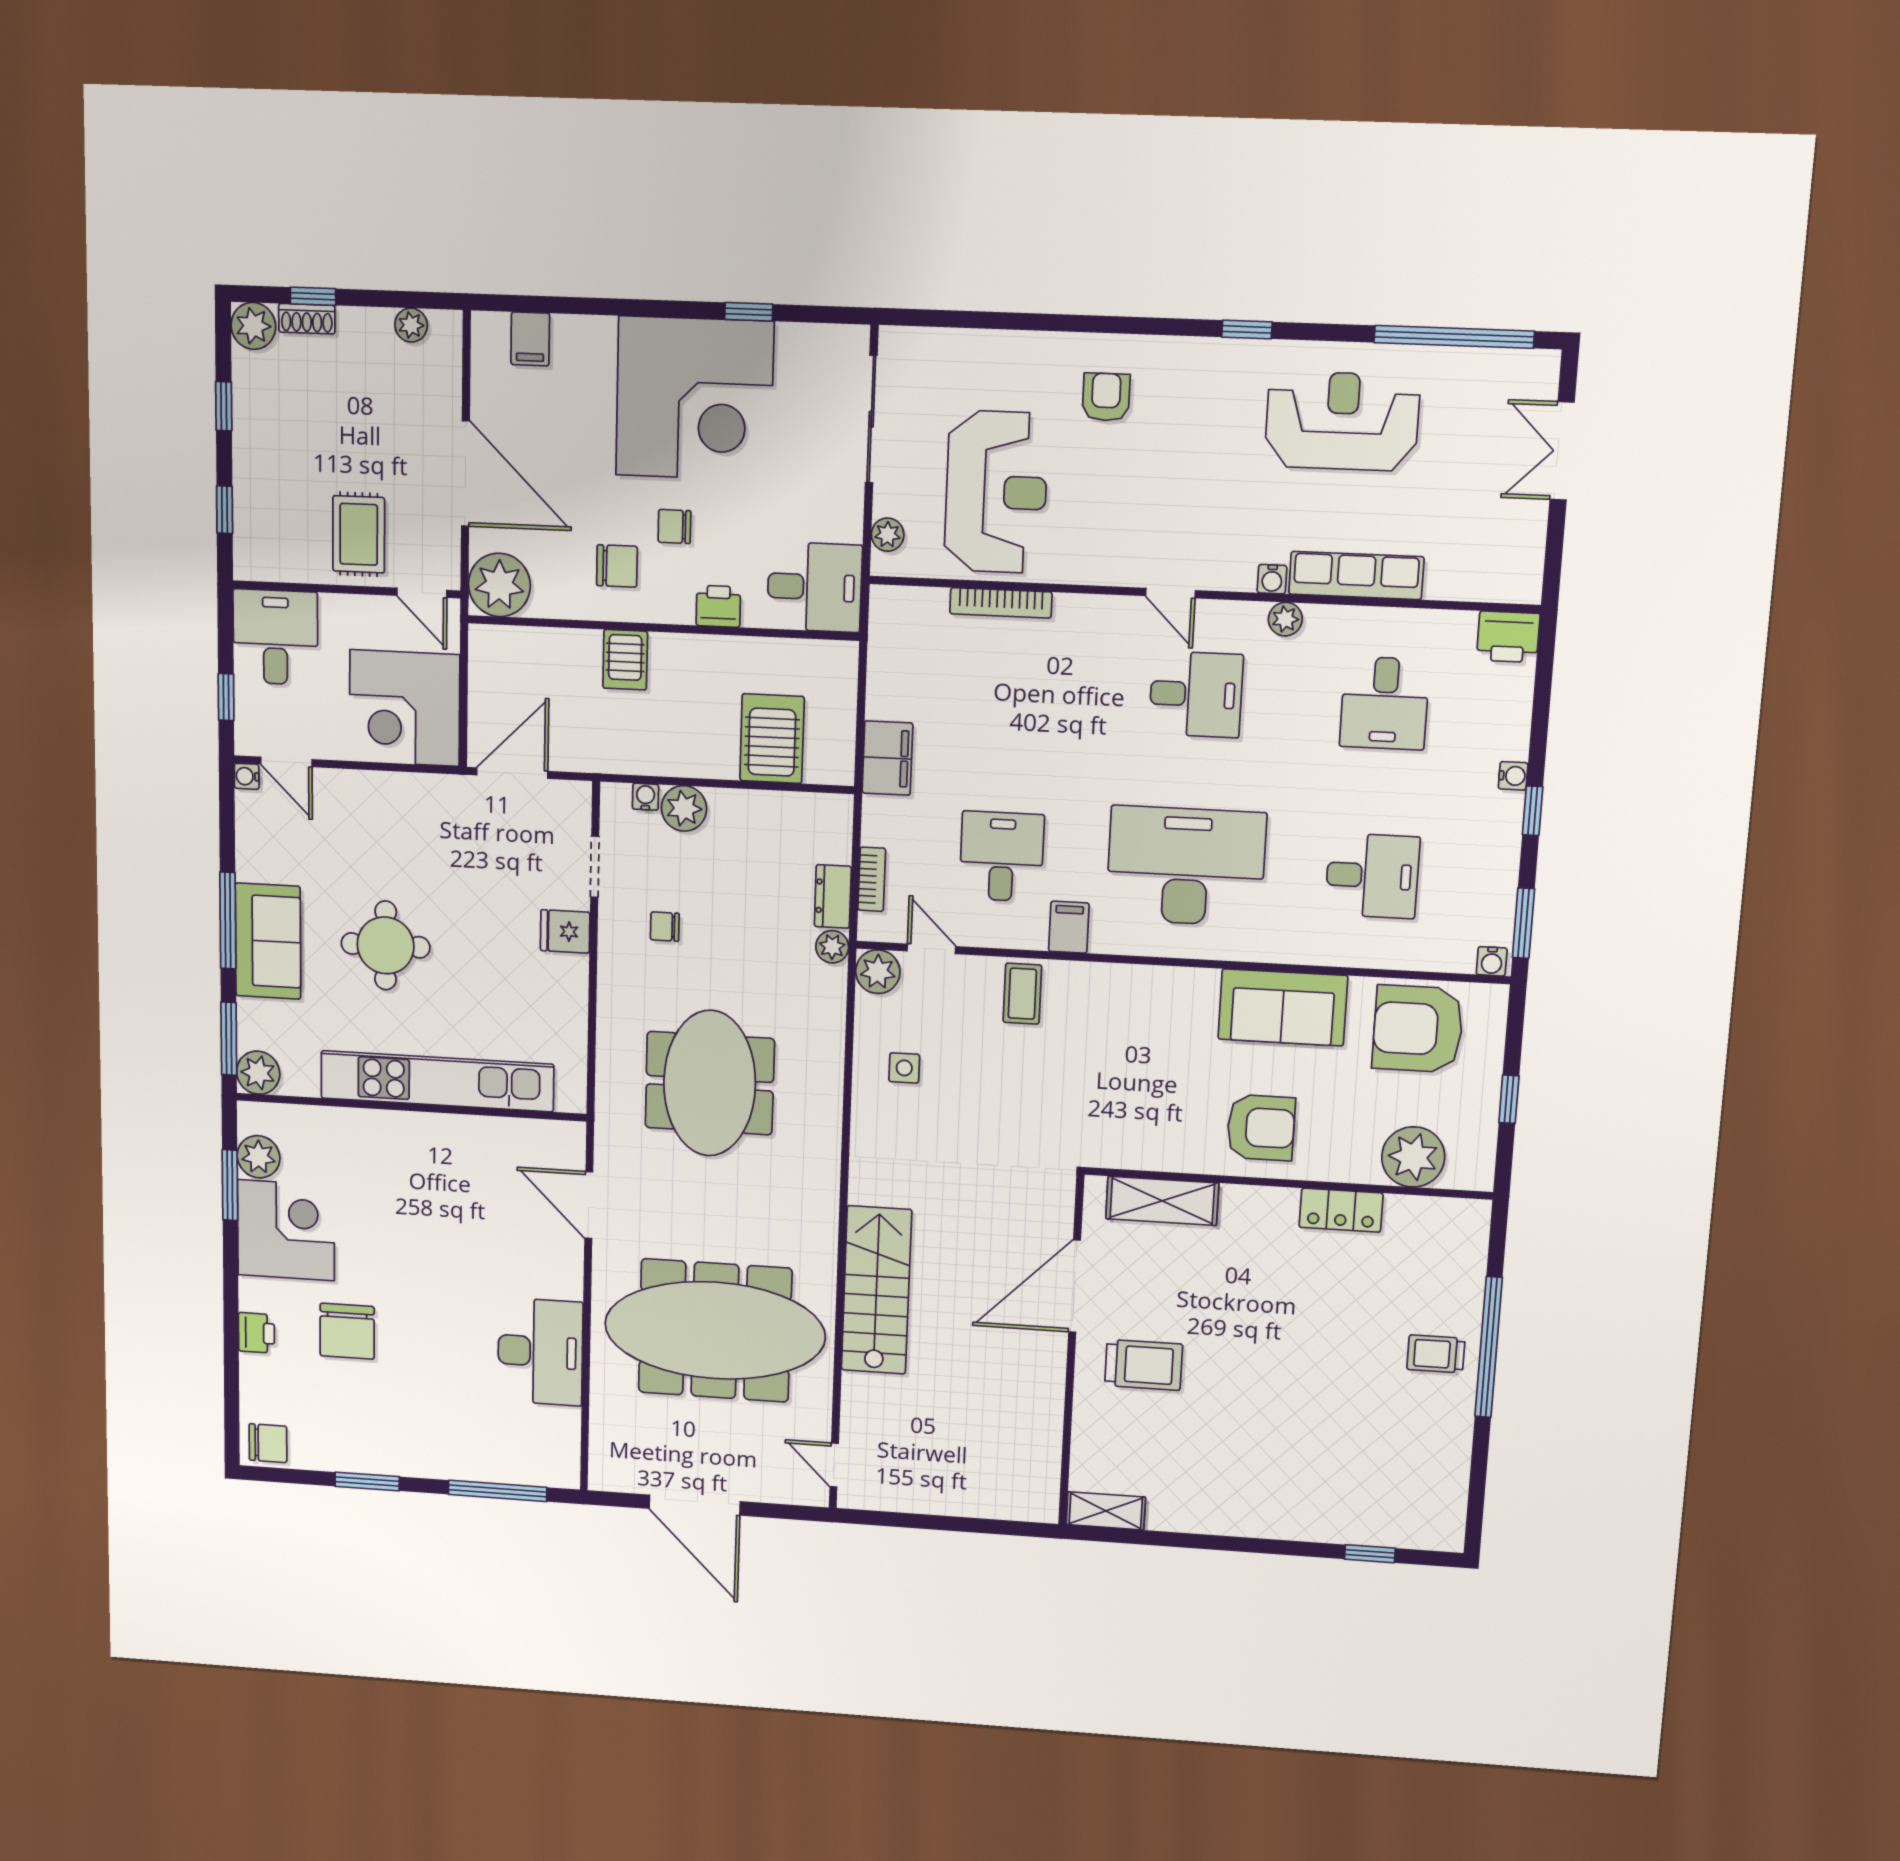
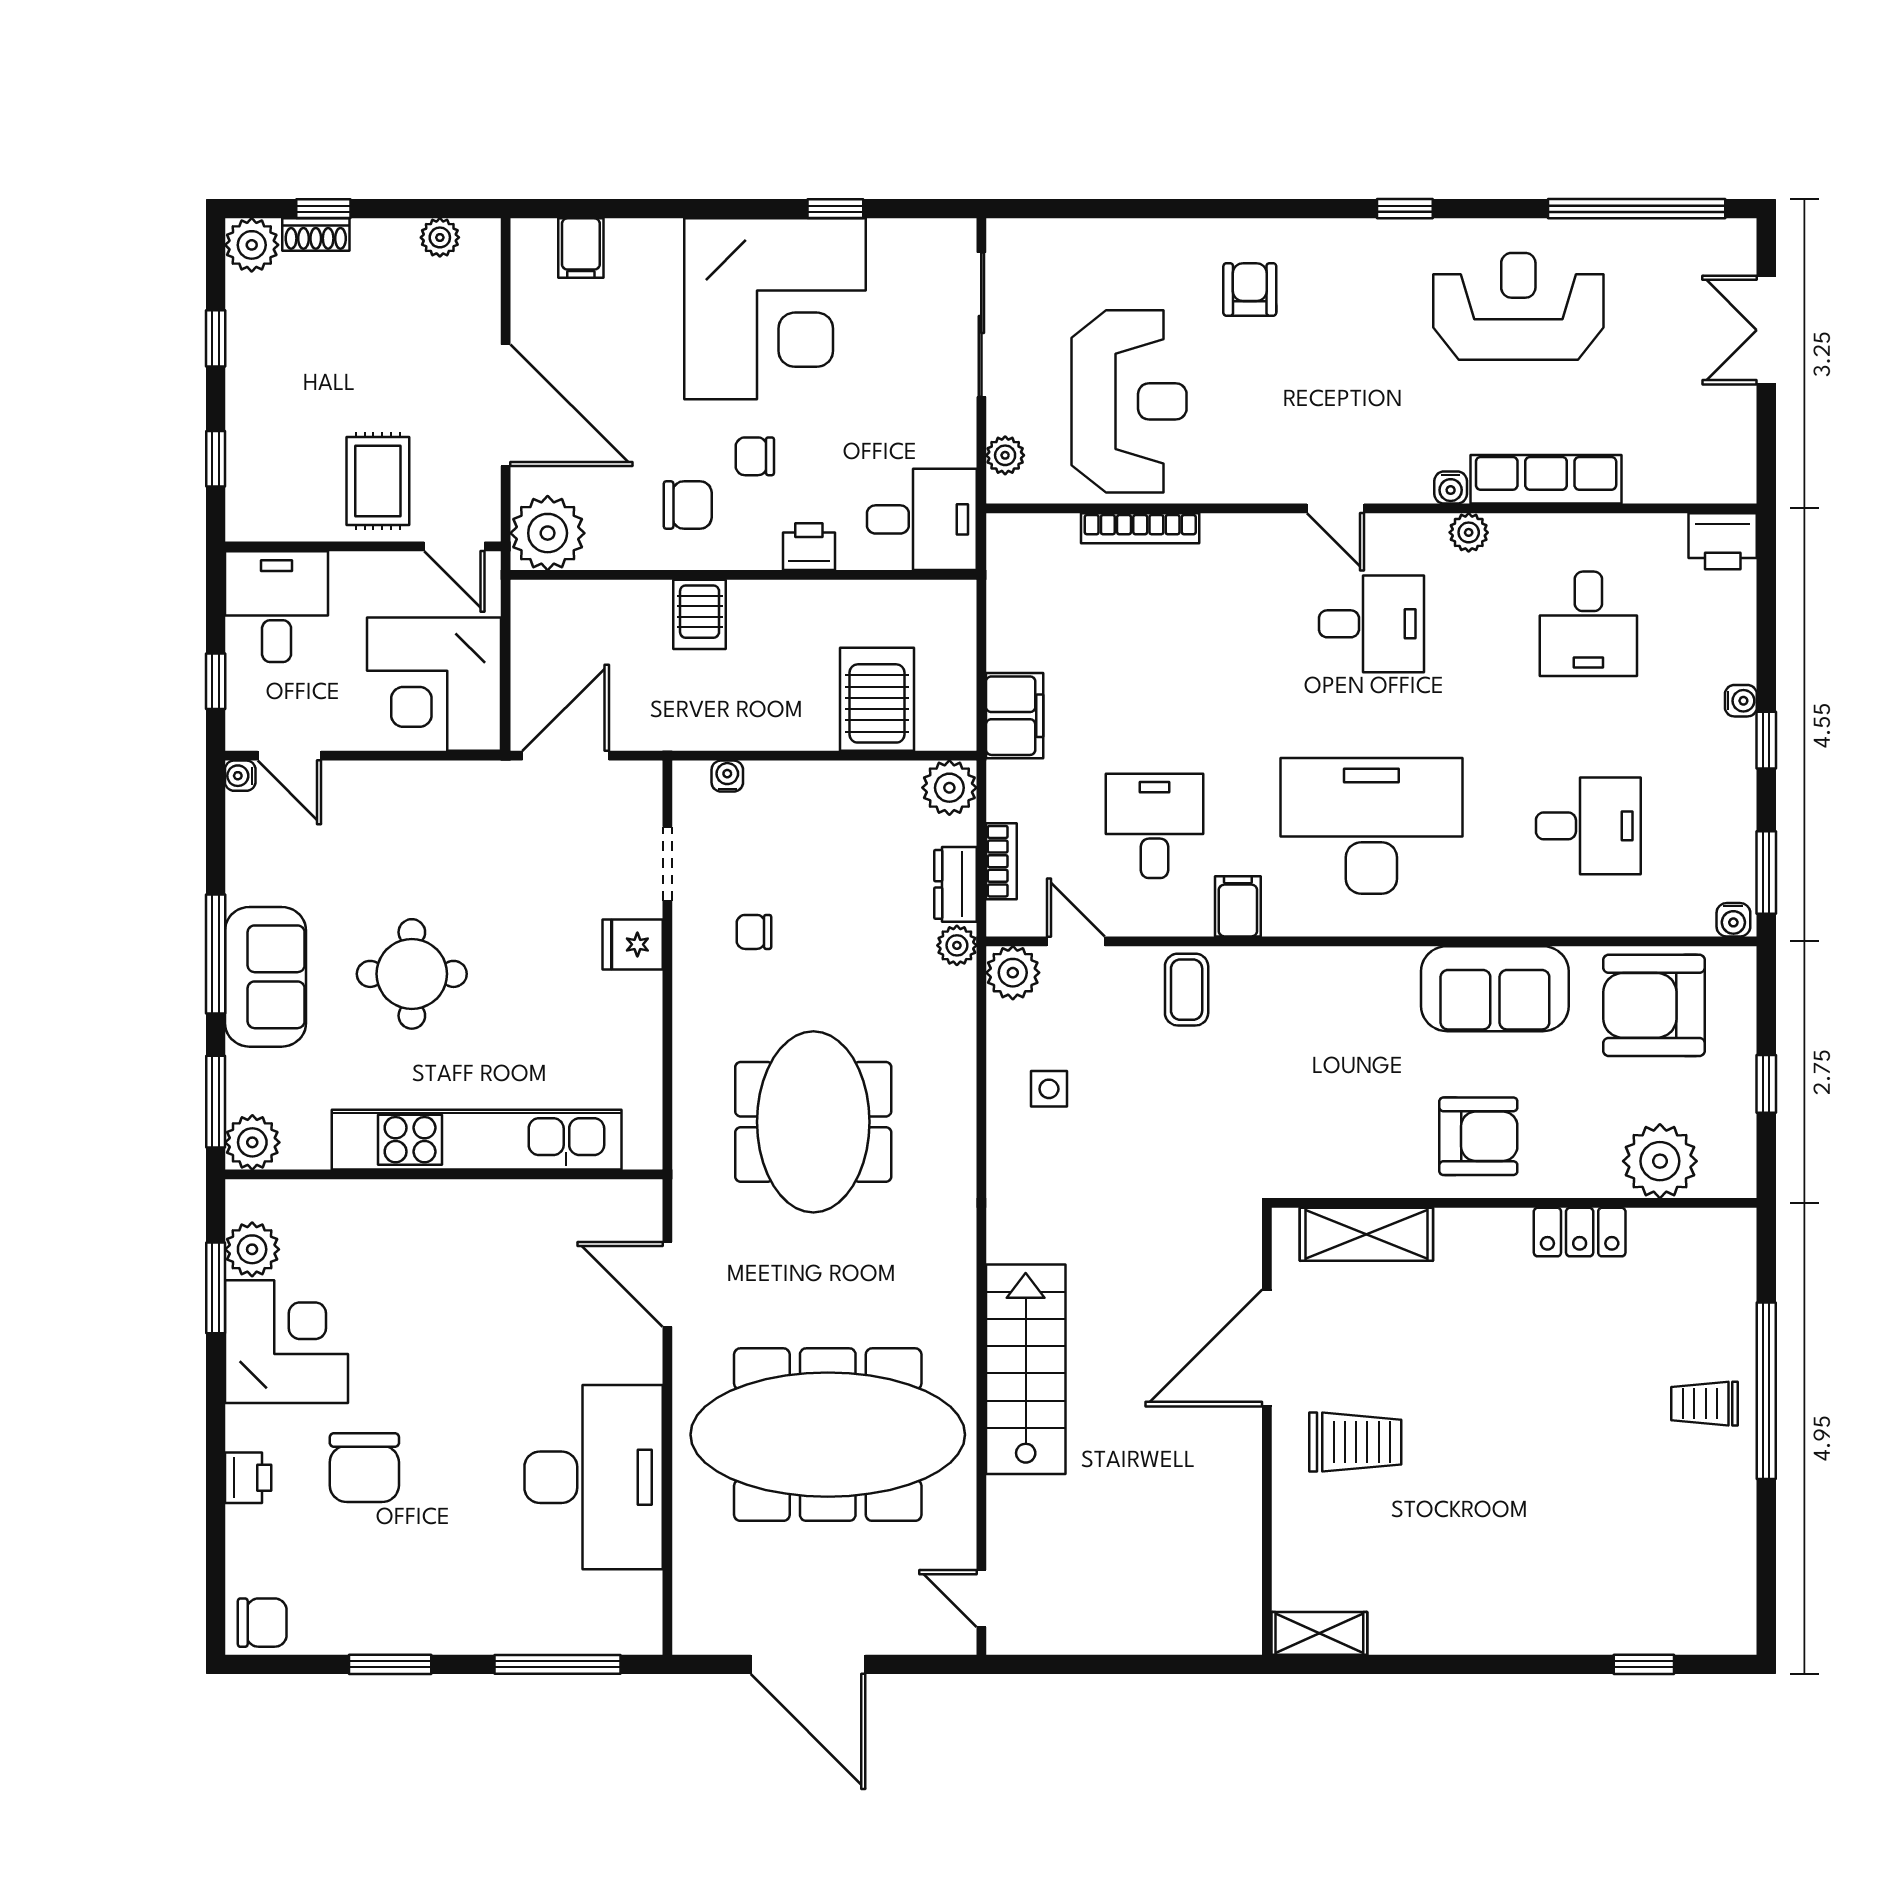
plant: (684, 808) -> (949, 788), moved
desk: (540, 1352) -> (594, 1477), width x1.36, depth x1.30

